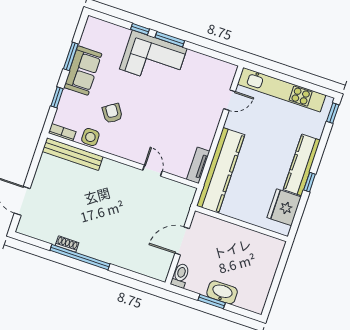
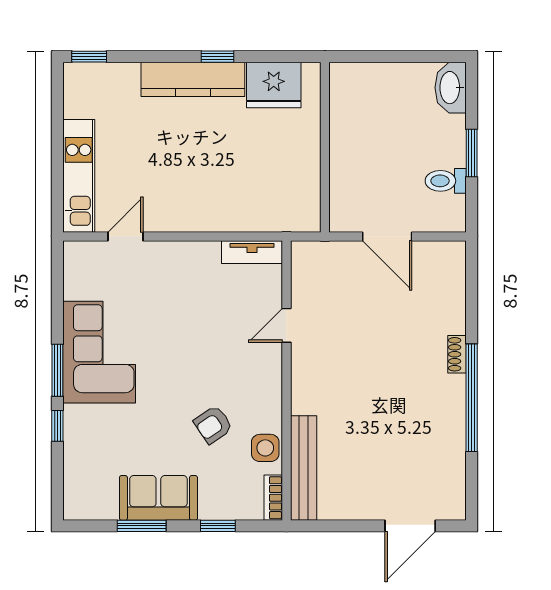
corner sofa: (153, 59) -> (99, 352), moved
kitchen unit: (282, 90) -> (79, 176), width x0.73
door: (229, 100) -> (126, 236), hinge flipped
kitchen counter: (221, 170) -> (248, 212), removed
shoe rack: (67, 244) -> (457, 354), moved
toilet: (180, 275) -> (446, 181), moved
washbasin: (222, 292) -> (451, 88), moved

